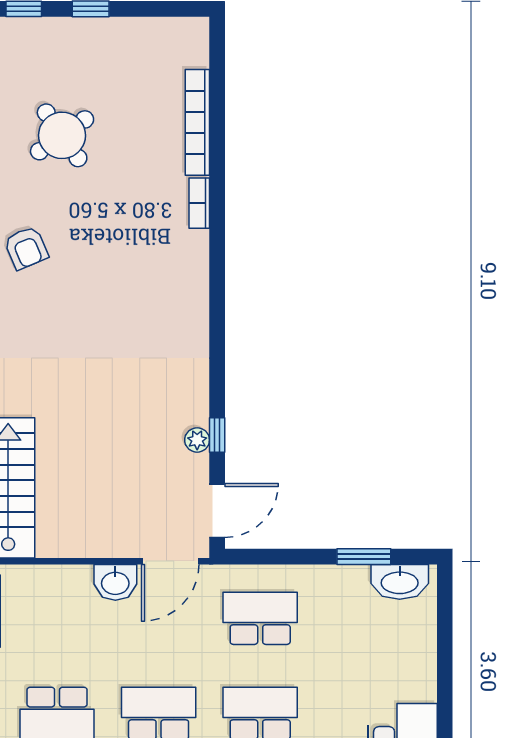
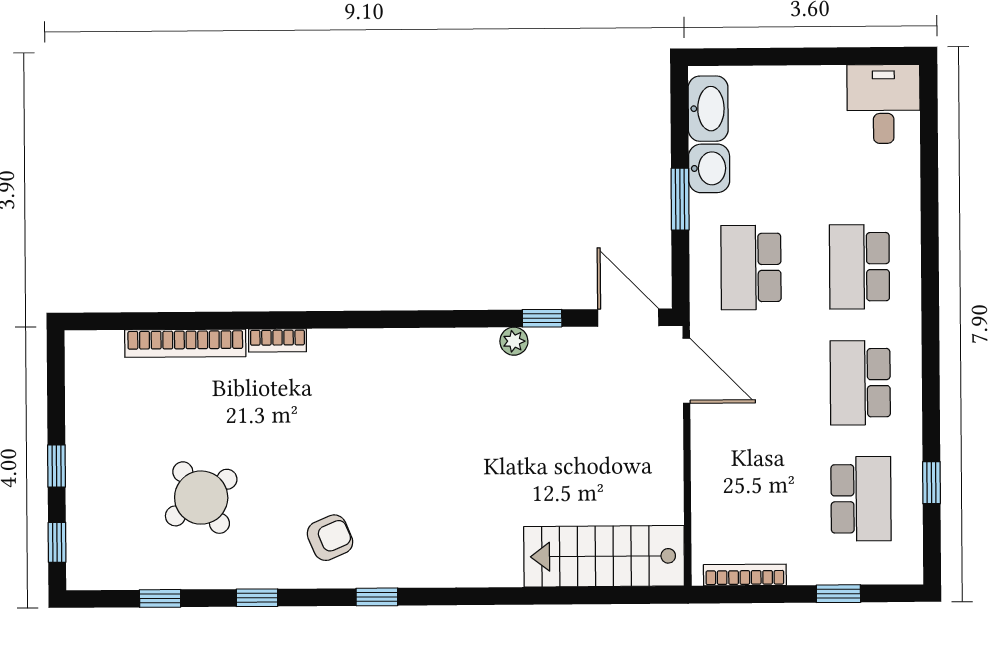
plant: (197, 440) -> (514, 341), moved
window: (364, 557) -> (680, 199), moved
washbasin: (115, 582) -> (709, 168), moved

